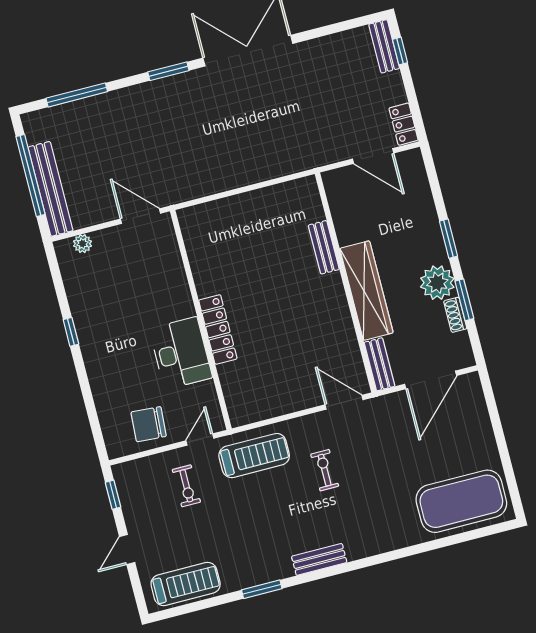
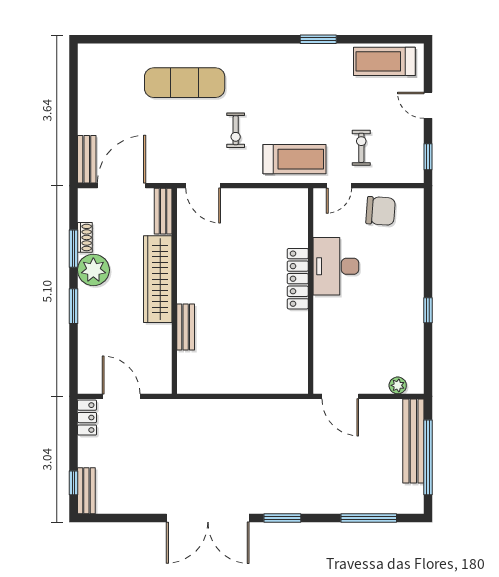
treadmill: (254, 456) -> (295, 159), turned 180
exercise mat: (461, 501) -> (185, 83), moved, width x0.68
door: (127, 549) -> (428, 105), swing flipped
bench: (319, 559) -> (87, 159), moved, turned 90

